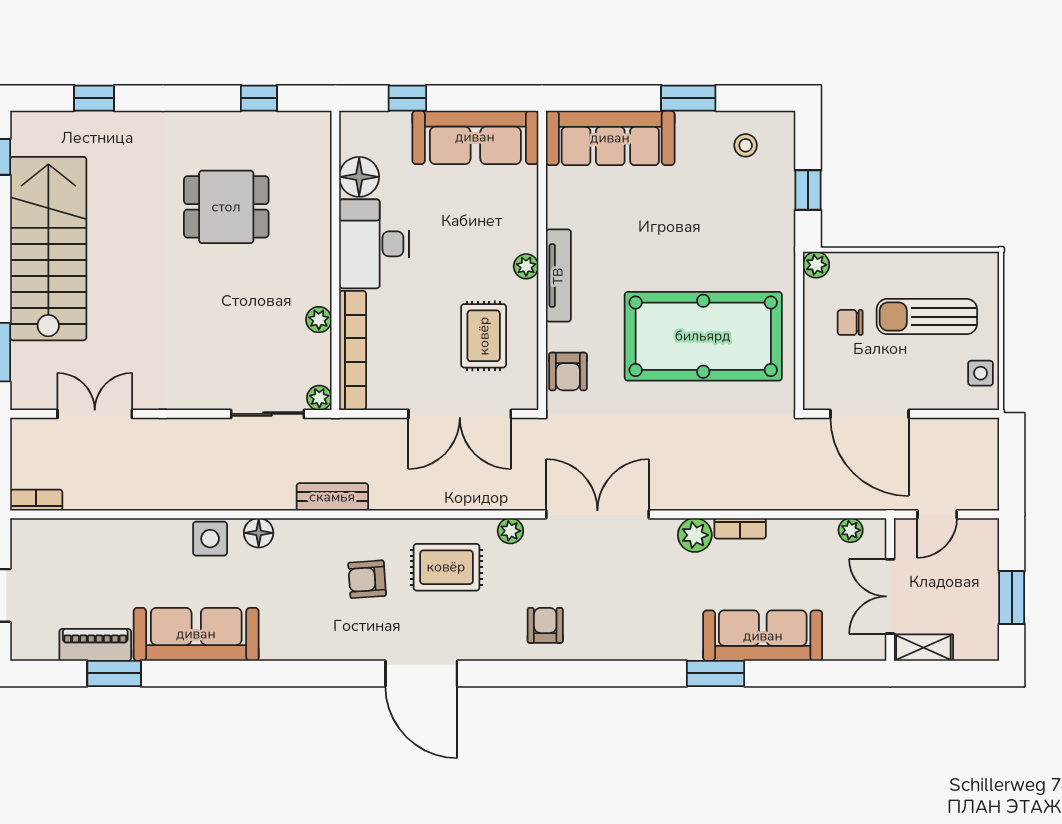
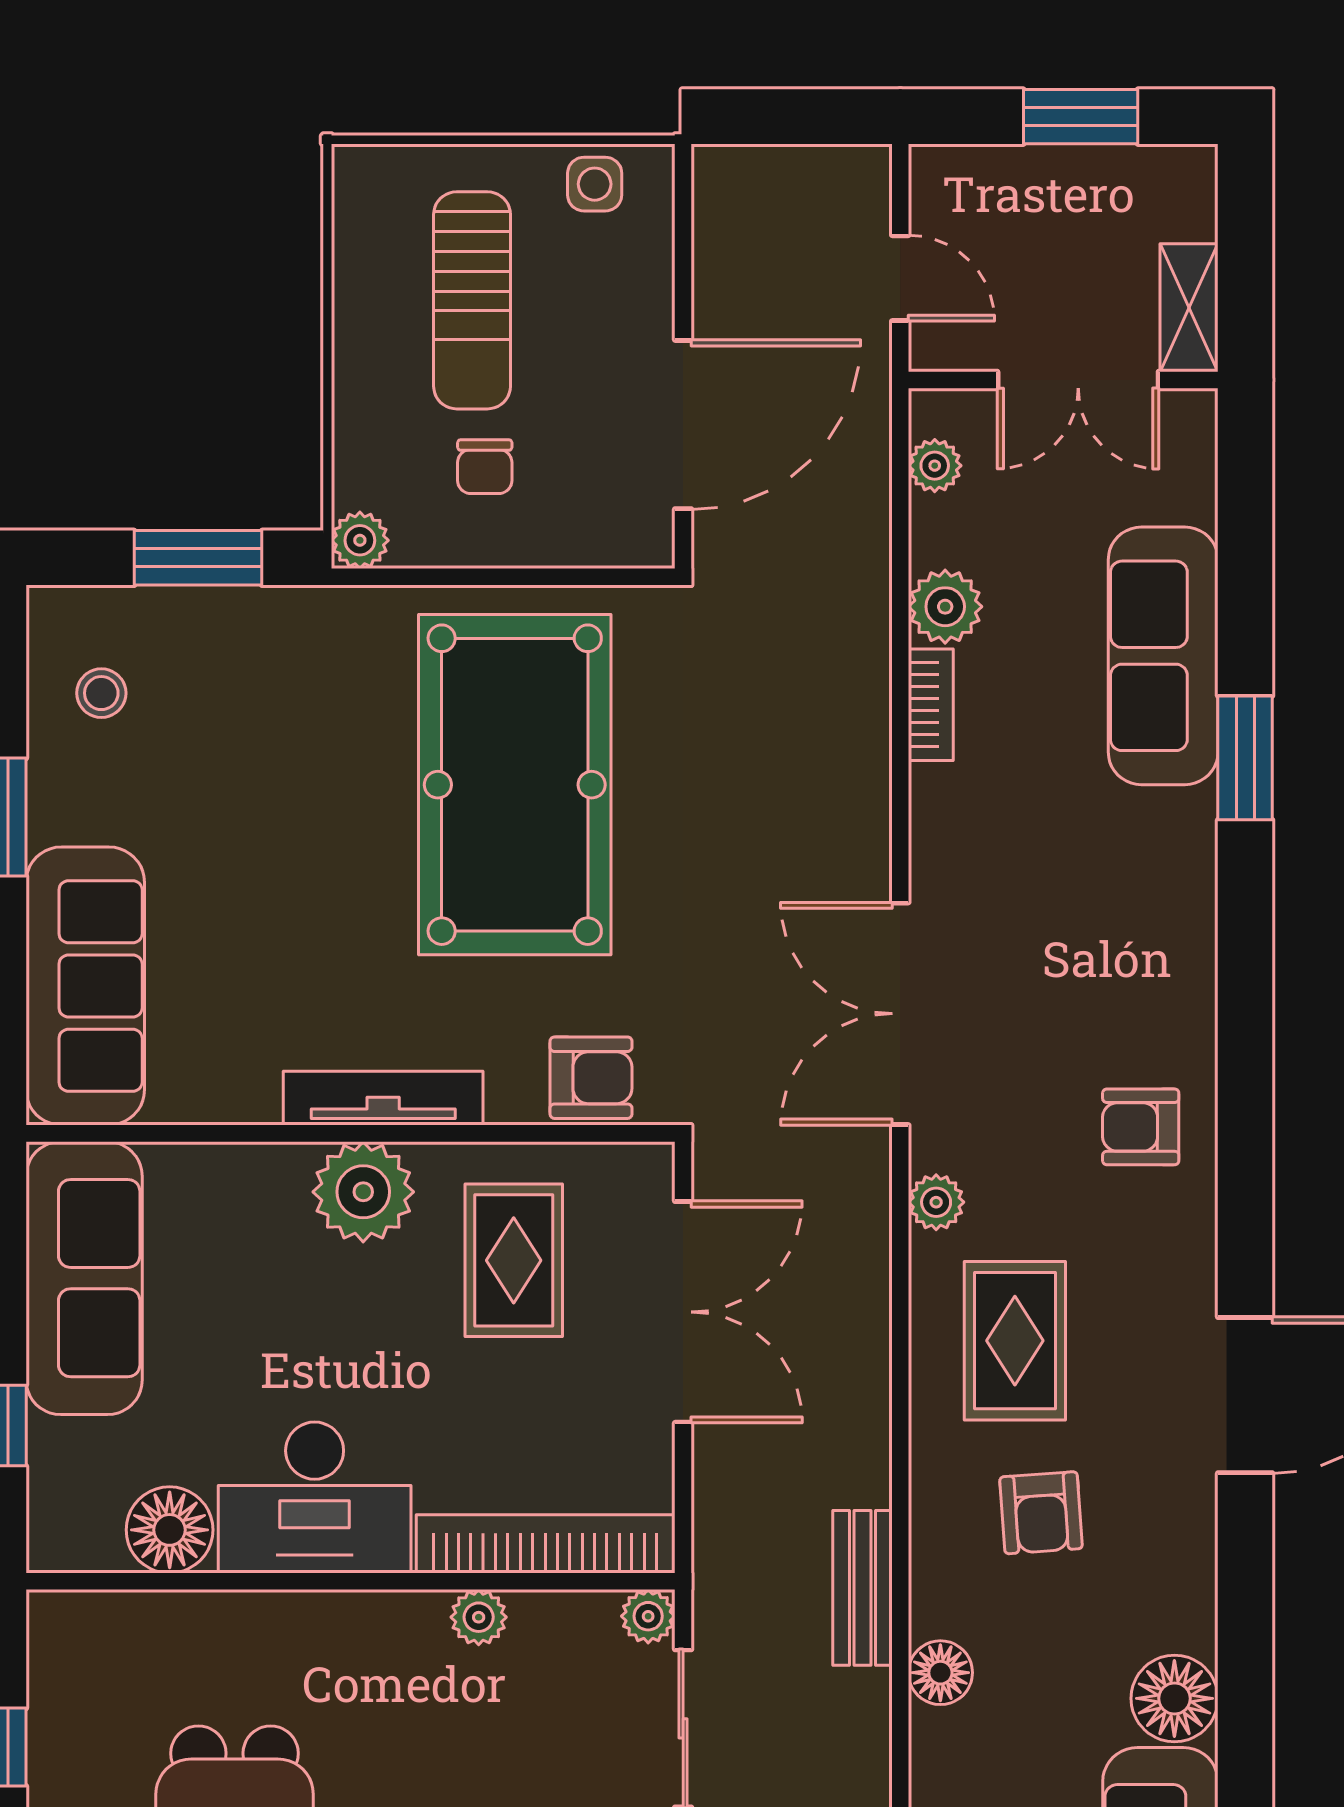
window: (808, 190) -> (198, 558), width x1.50
plant: (526, 266) -> (363, 1192), width x1.88, depth x1.88
rug: (484, 336) -> (514, 1260), turned 90
floor lamp: (259, 533) -> (940, 1673), moved
plant: (695, 535) -> (945, 607), moved
floor lamp: (281, 641) -> (1174, 1698), added

